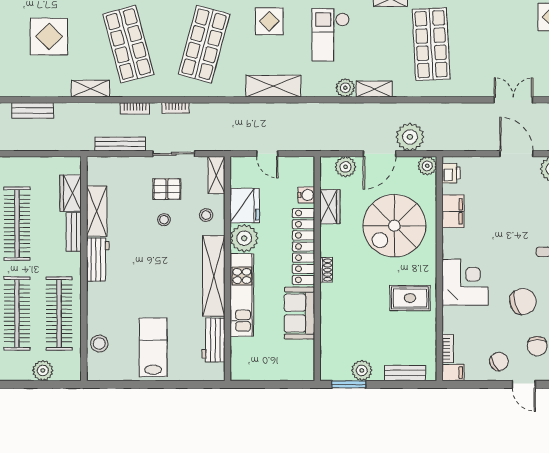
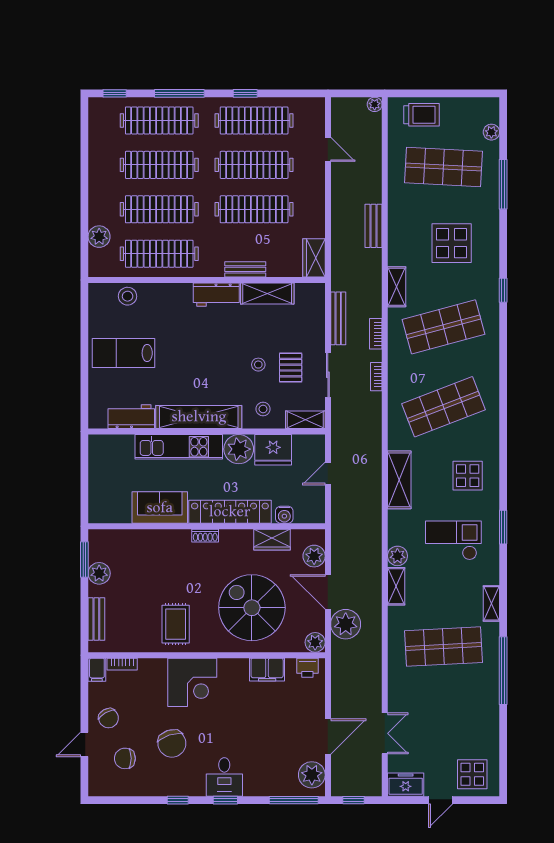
shop shelf: (204, 44) -> (444, 407), turned -36
wardrobe: (71, 193) -> (314, 258), moved, turned -90
lab bench: (153, 347) -> (124, 353), turned 180

